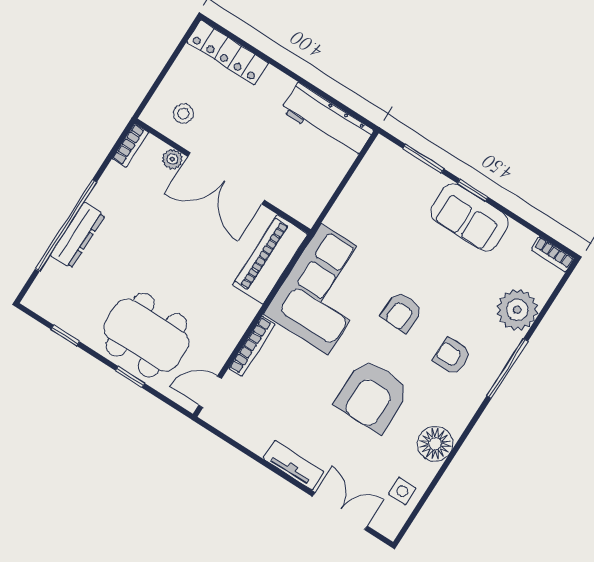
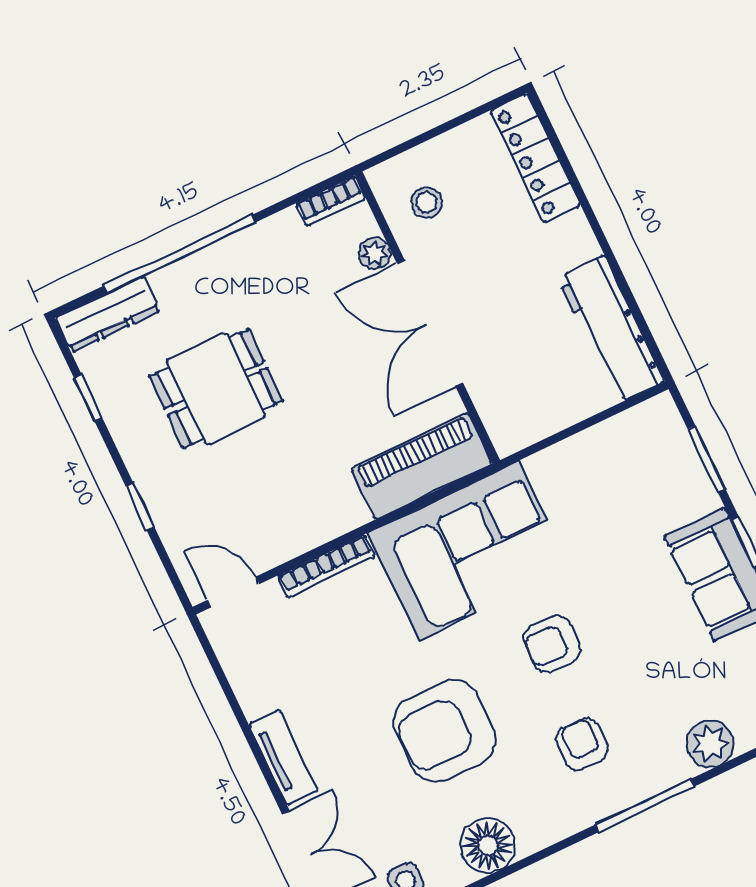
dresser: (78, 235) -> (108, 314), moved
plant: (517, 310) -> (710, 744), width x0.73, depth x0.73
dining table: (146, 335) -> (216, 388), moved, width x0.73

